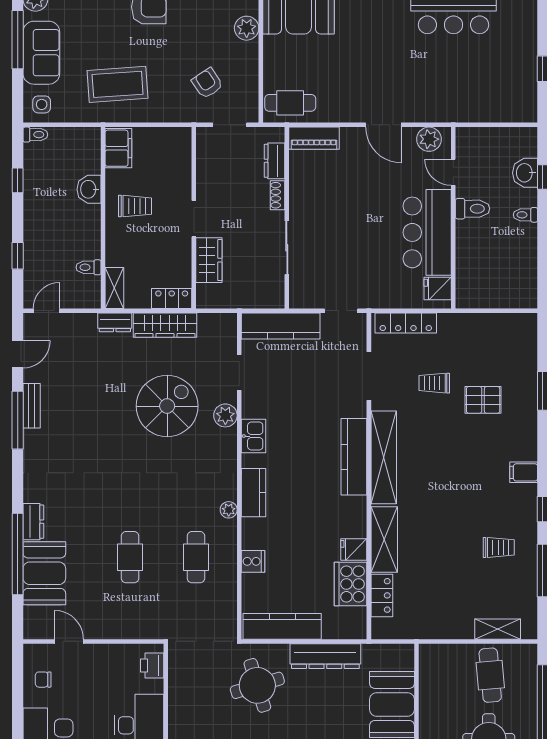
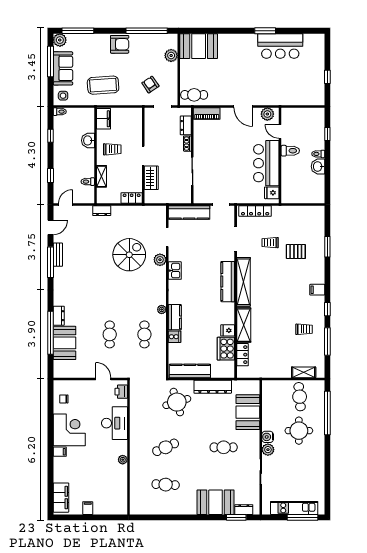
washbasin: (525, 173) -> (318, 166), moved
shelving: (114, 288) -> (101, 176), moved
wardrobe: (165, 325) -> (128, 212), removed
kitchen counter: (253, 493) -> (175, 317), moved
door: (69, 641) -> (103, 379), moved

